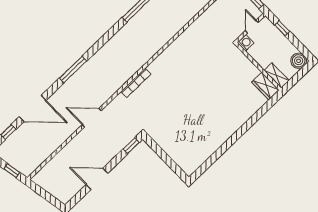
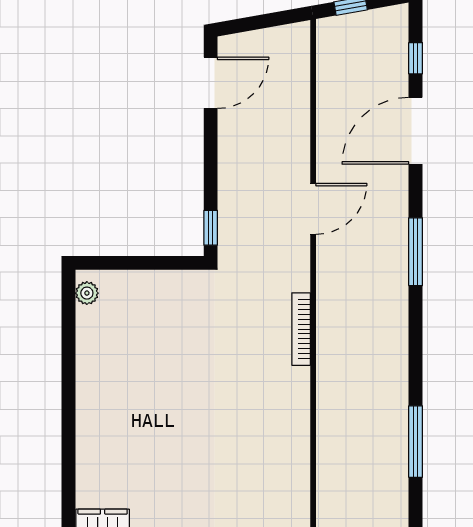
plant: (193, 166) -> (87, 293), added
door: (97, 179) -> (211, 83), moved

